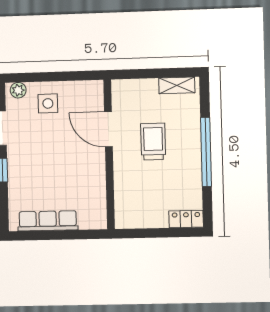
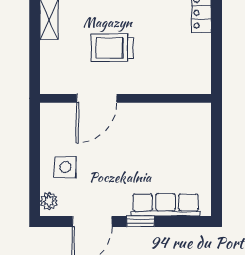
row of seats: (48, 221) -> (166, 205), moved, turned 90

